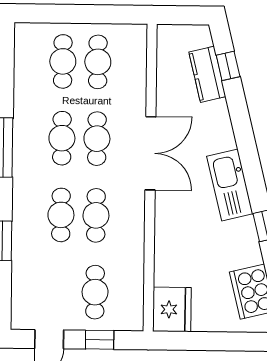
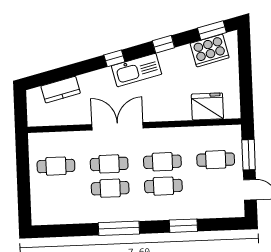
cafe table: (63, 61) -> (57, 190), removed
window: (228, 66) -> (114, 58), moved
fridge: (172, 309) -> (207, 106), moved
window: (100, 340) -> (249, 155), width x1.50

